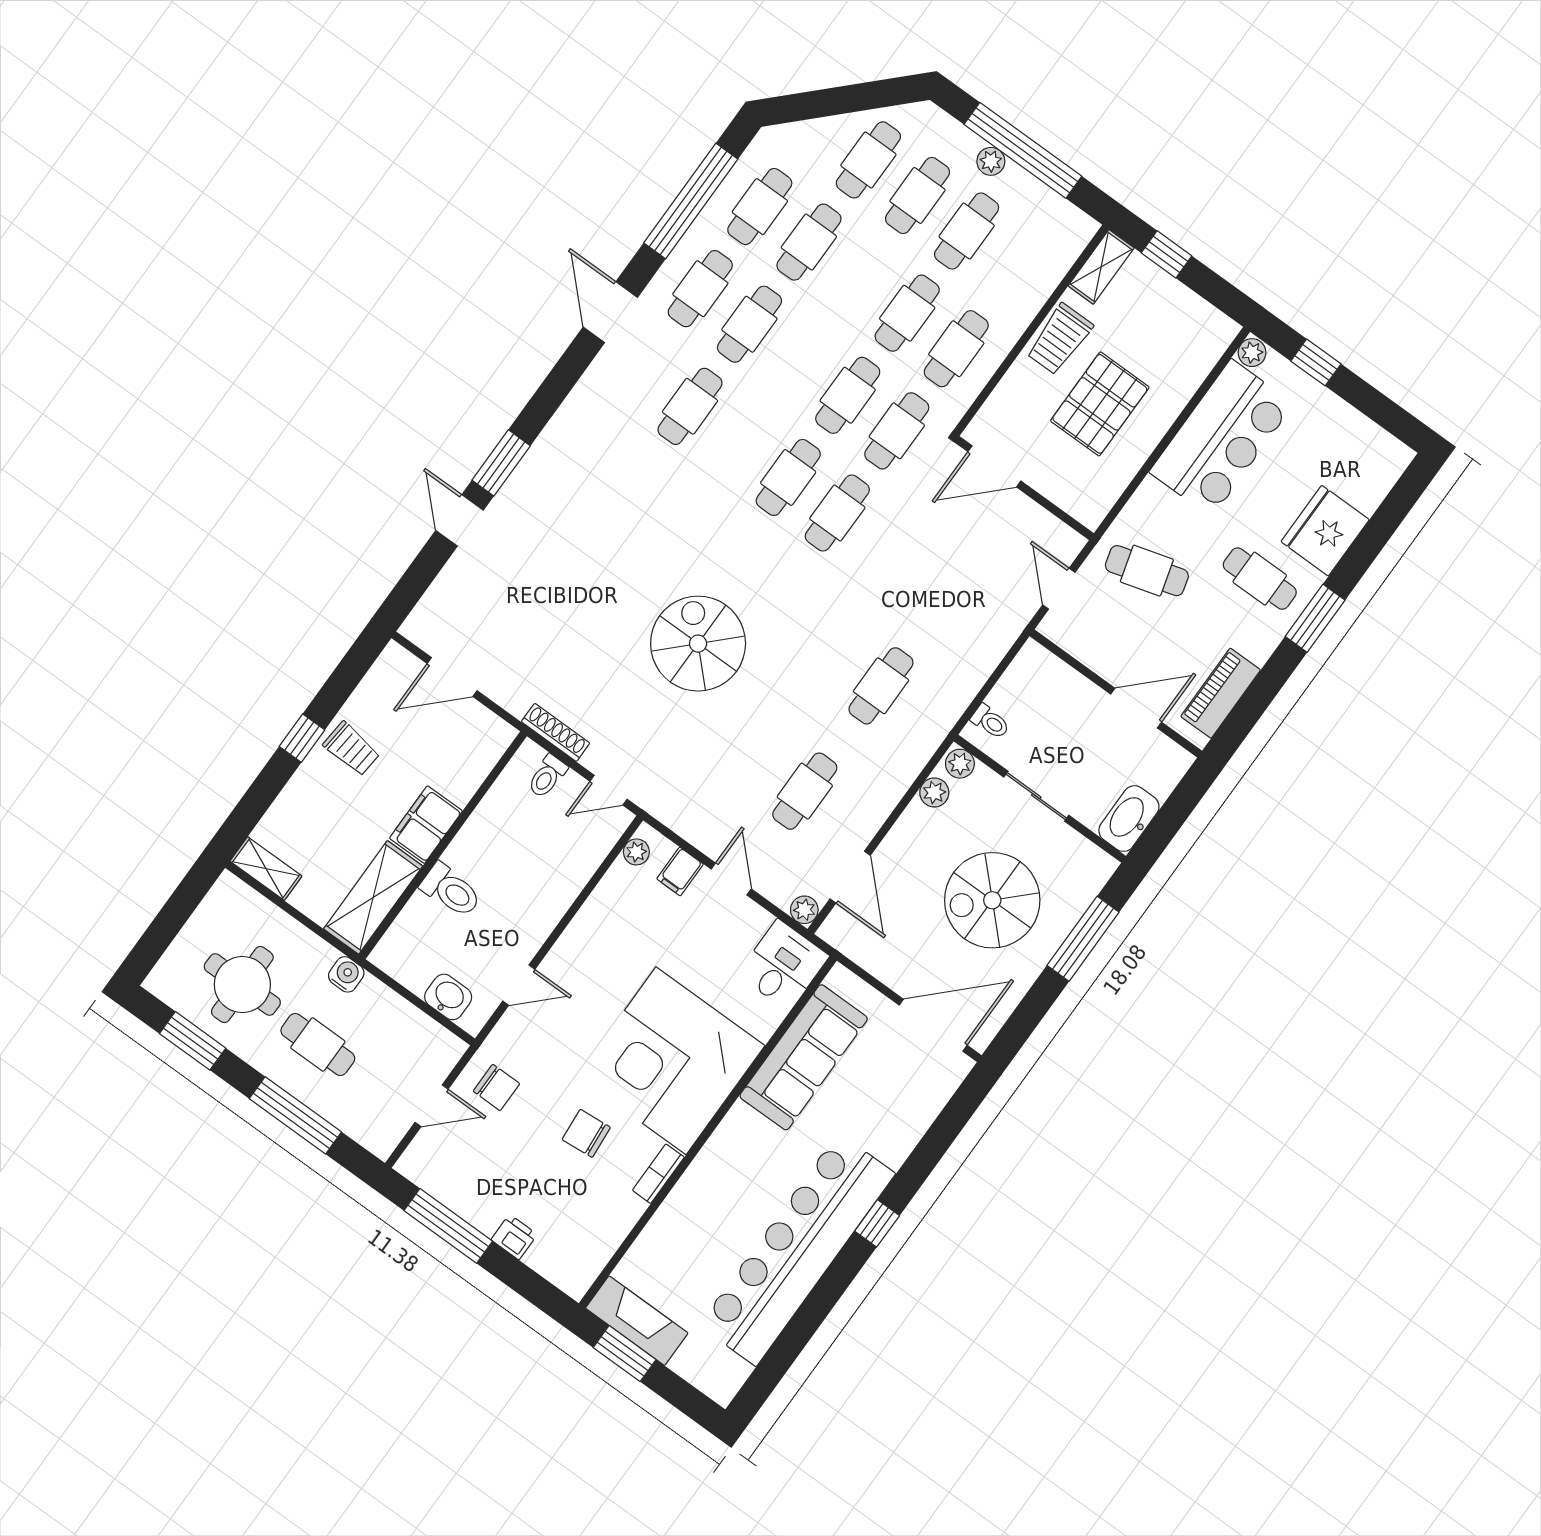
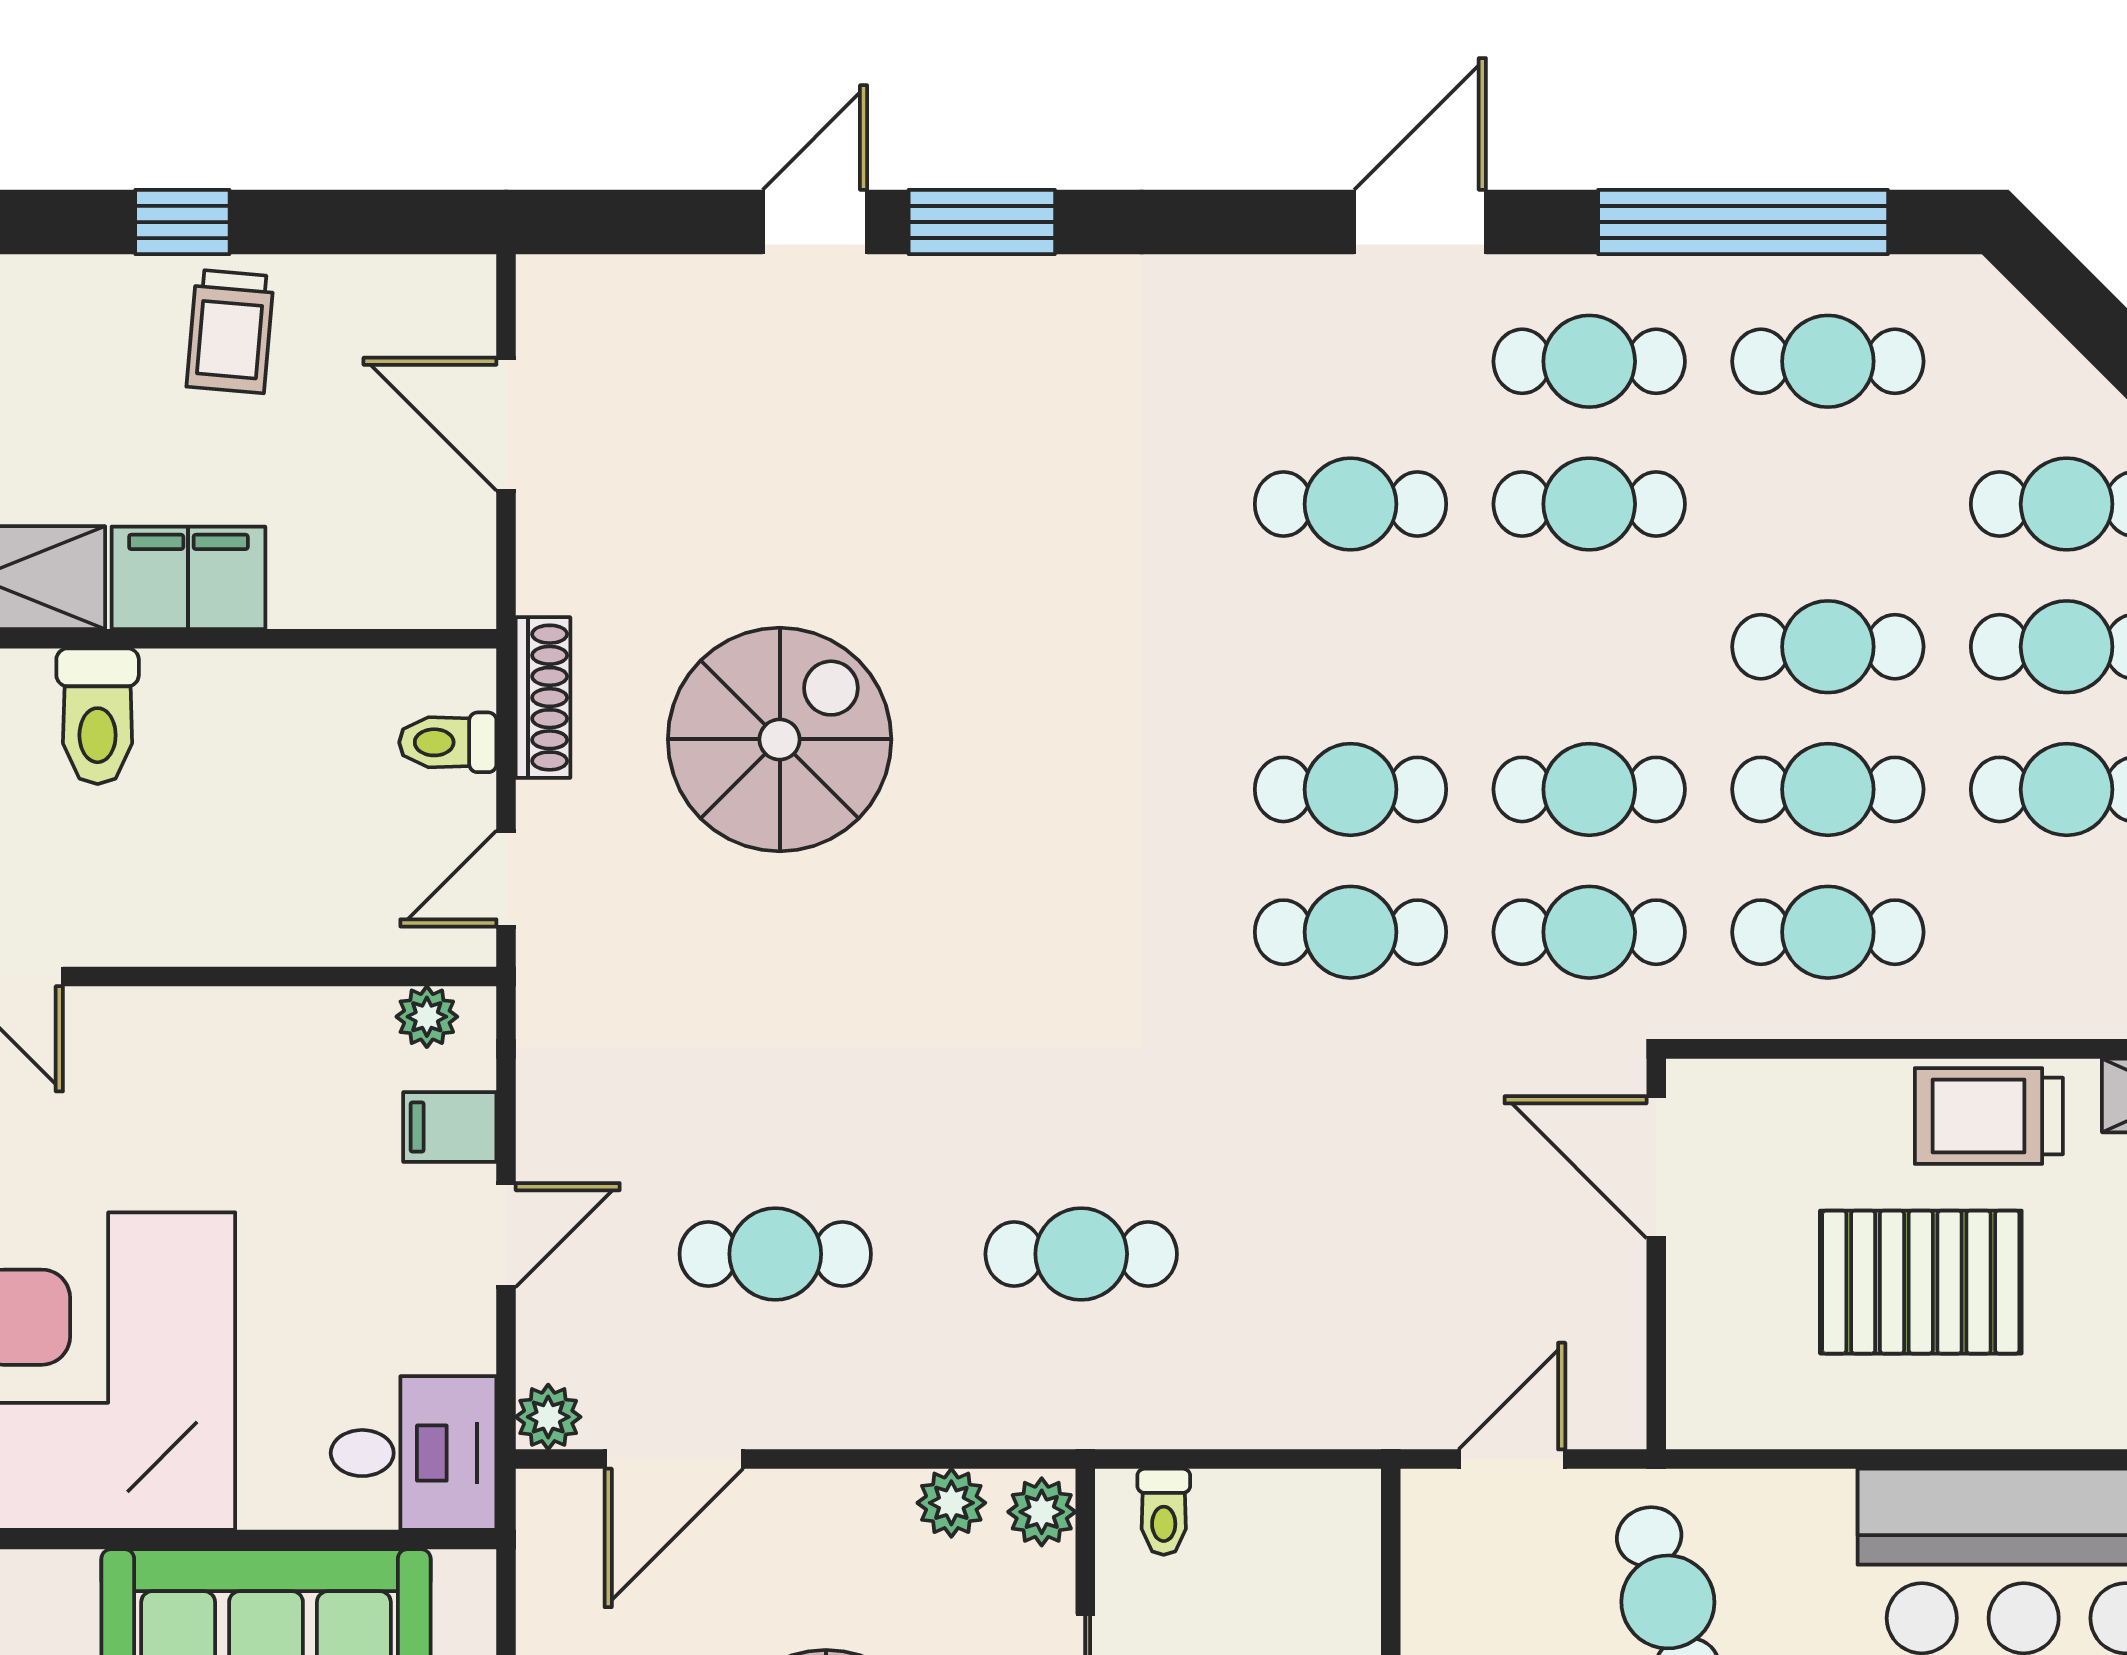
cafe table: (809, 242) -> (1828, 647), moved
spiral stairs: (698, 644) -> (780, 739), moved
door: (609, 790) -> (506, 879), hinge flipped

